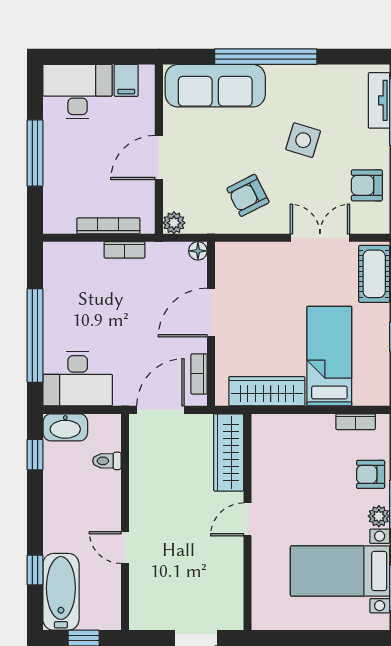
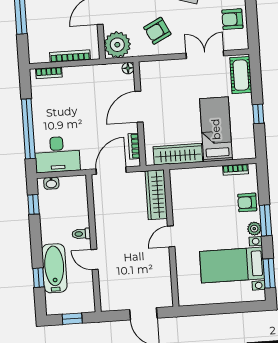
plant: (174, 223) -> (117, 45), width x1.88, depth x1.88
bookcase: (124, 250) -> (49, 73), moved
washbasin: (65, 427) -> (51, 183), width x0.52, depth x0.69
toilet: (107, 461) -> (81, 234), moved
bathtub: (61, 592) -> (54, 268), moved

